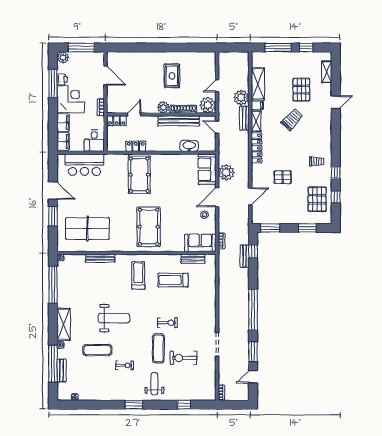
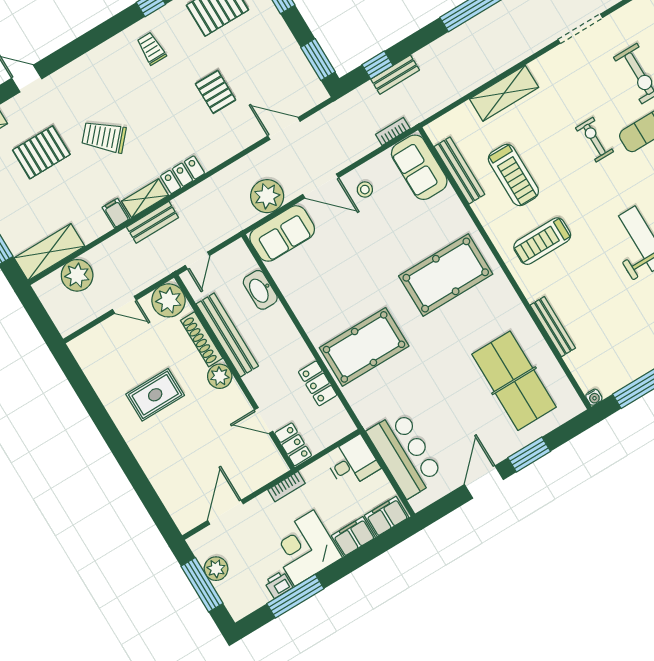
plant: (63, 57) -> (216, 569), moved
shelving: (258, 84) -> (49, 252), moved
plant: (241, 98) -> (77, 275), moved
locker: (257, 148) -> (183, 175), width x0.66
bench: (193, 259) -> (459, 170), width x1.36
shelving: (209, 297) -> (504, 93), added

